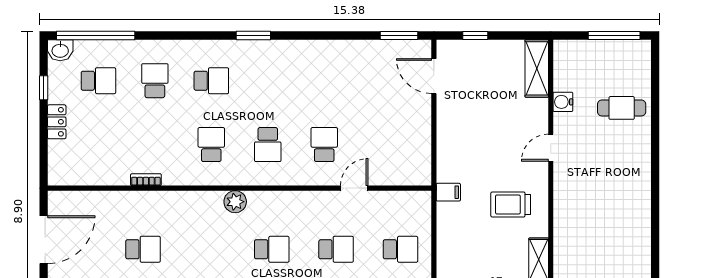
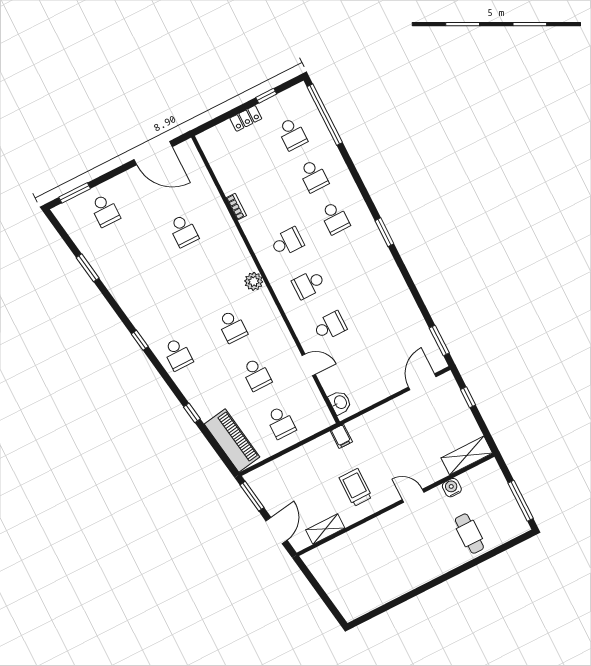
washbasin: (60, 50) -> (340, 402), moved, turned 180
school desk: (155, 81) -> (313, 176), turned 90

